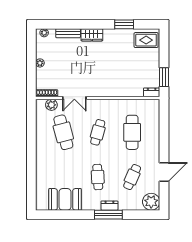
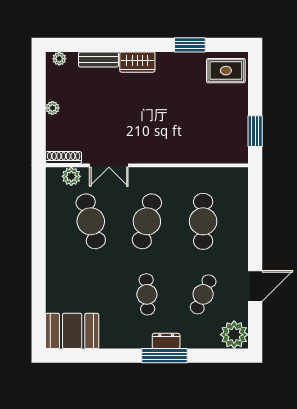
dresser: (152, 92) -> (235, 156), removed
cafe table: (98, 132) -> (147, 221), width x1.37, depth x1.35
booth: (65, 199) -> (72, 331), moved

